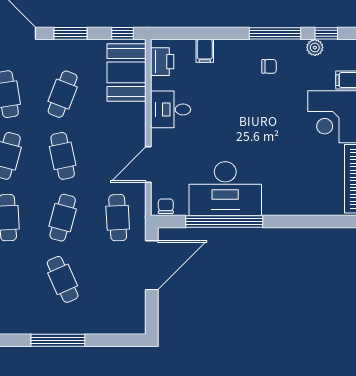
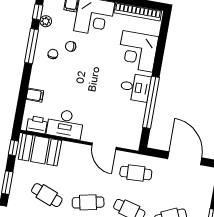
desk: (171, 109) -> (65, 124), width x1.37
desk: (225, 189) -> (135, 87), width x0.53, depth x0.77
corner desk: (295, 189) -> (138, 51), added
chair: (166, 206) -> (71, 46), moved
door: (152, 265) -> (185, 158), moved

